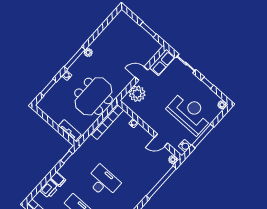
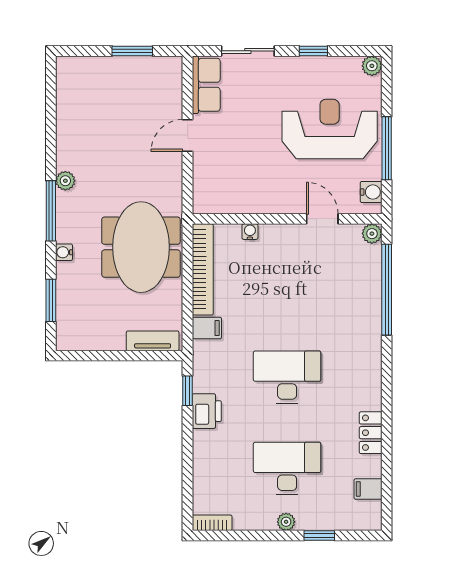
plant: (137, 94) -> (211, 176), removed
door: (161, 140) -> (322, 219), swing flipped
filing cabinet: (58, 179) -> (207, 328), moved
printer: (49, 189) -> (207, 411), moved

